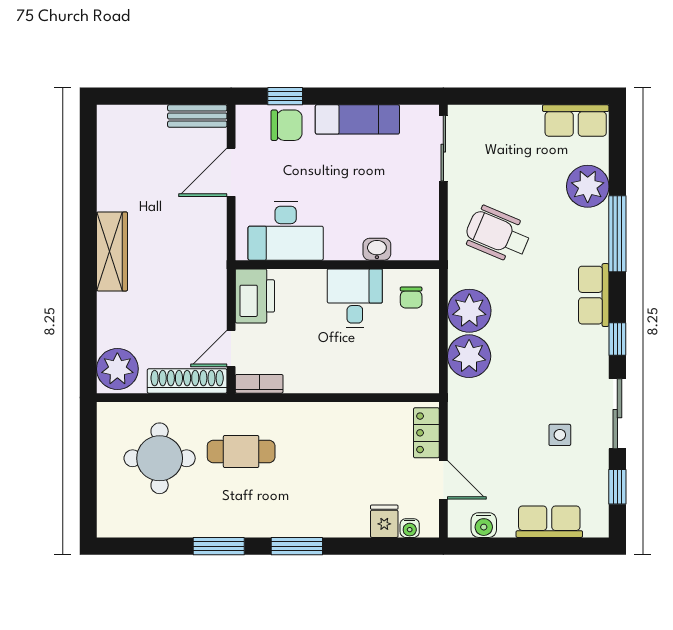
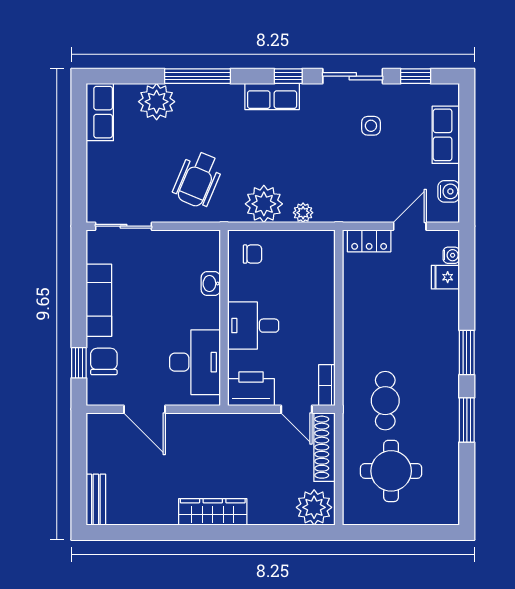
bench: (197, 116) -> (96, 500), moved
row of seats: (594, 295) -> (272, 96), moved
desk: (355, 298) -> (253, 326), moved
plant: (469, 356) -> (303, 213), width x0.53, depth x0.53

